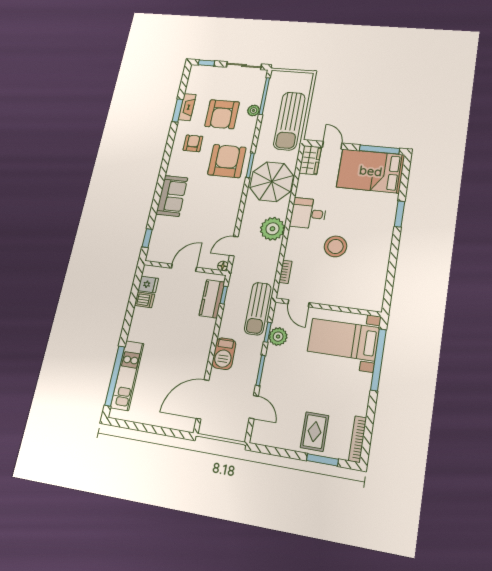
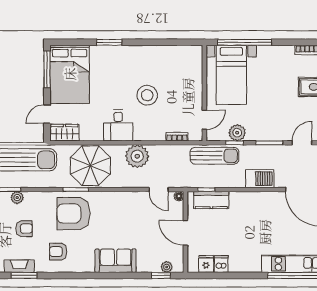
armchair: (222, 114) -> (24, 229), width x0.53, depth x0.53
plant: (154, 245) -> (167, 267), added

